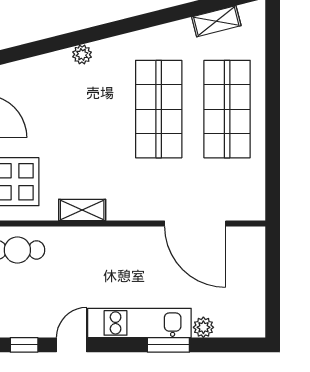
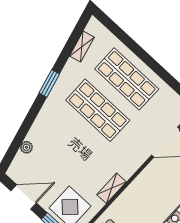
window: (137, 23) -> (49, 84), added
plant: (82, 54) -> (26, 147), moved

